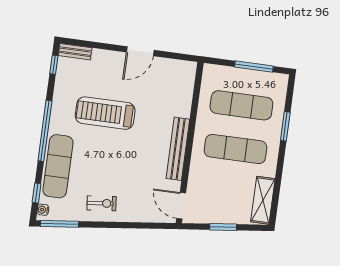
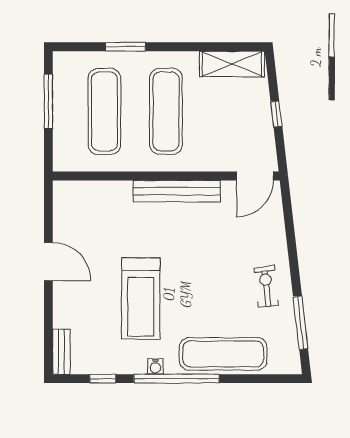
window: (54, 65) -> (103, 379), moved
window: (37, 193) -> (264, 379), removed
water cooler: (43, 210) -> (155, 367), moved
window: (60, 224) -> (301, 323), moved
window: (223, 227) -> (276, 114), width x0.67

